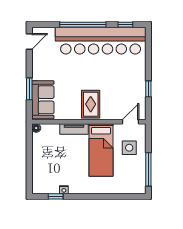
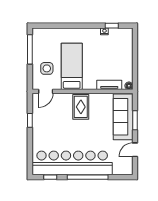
door: (29, 41) -> (135, 150), moved
sofa: (43, 100) -> (123, 117), width x1.36
tv unit: (74, 129) -> (109, 85), moved

